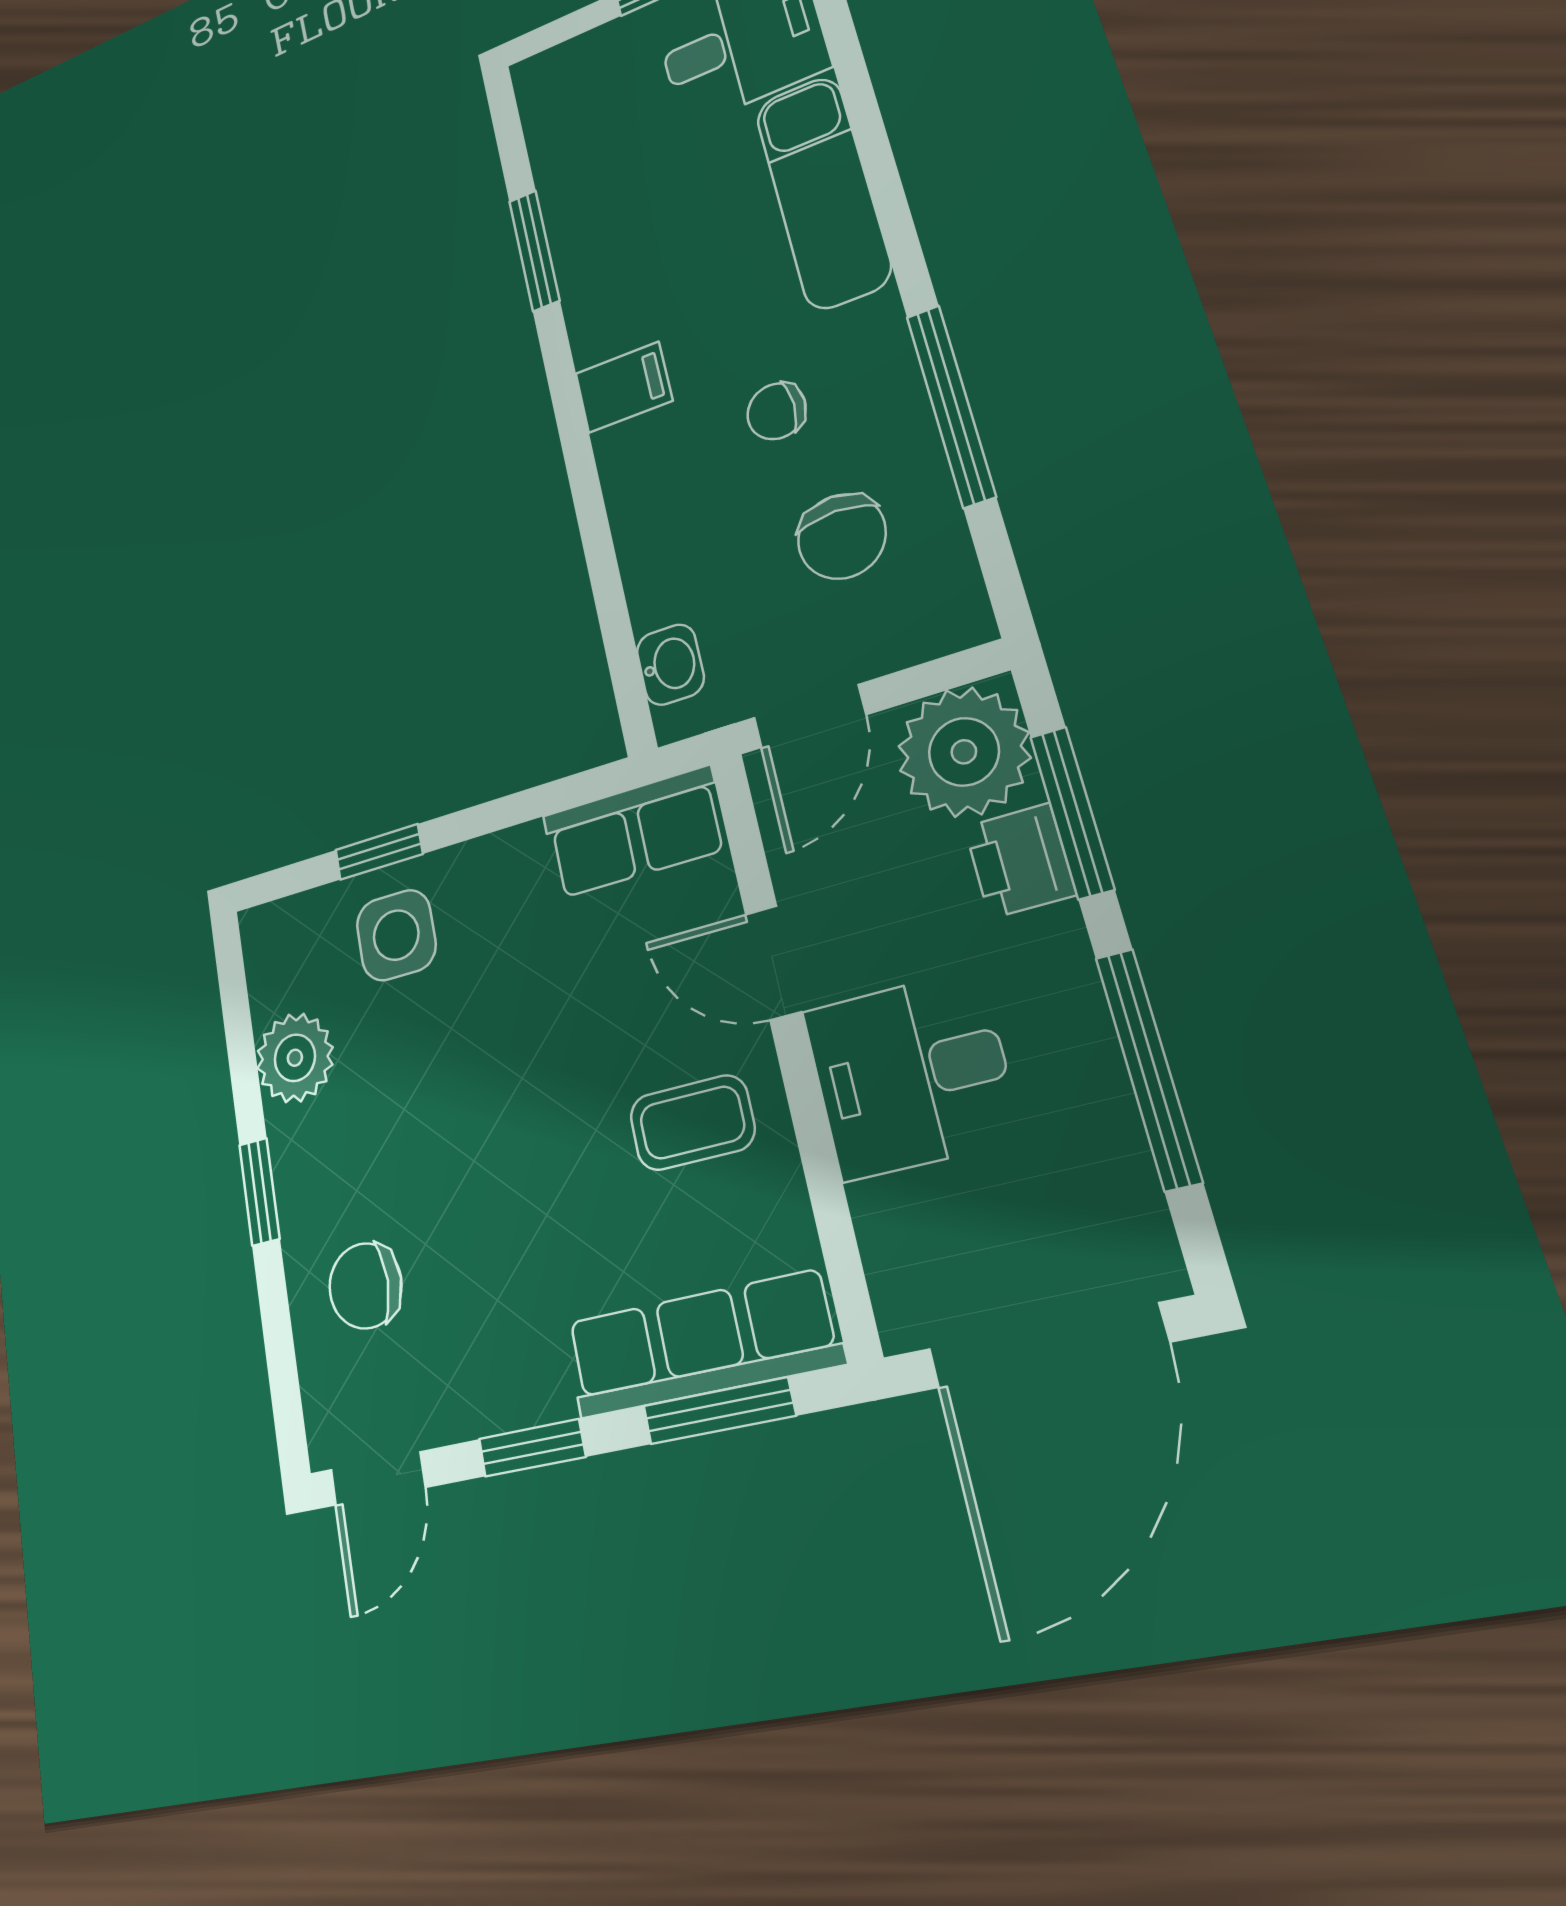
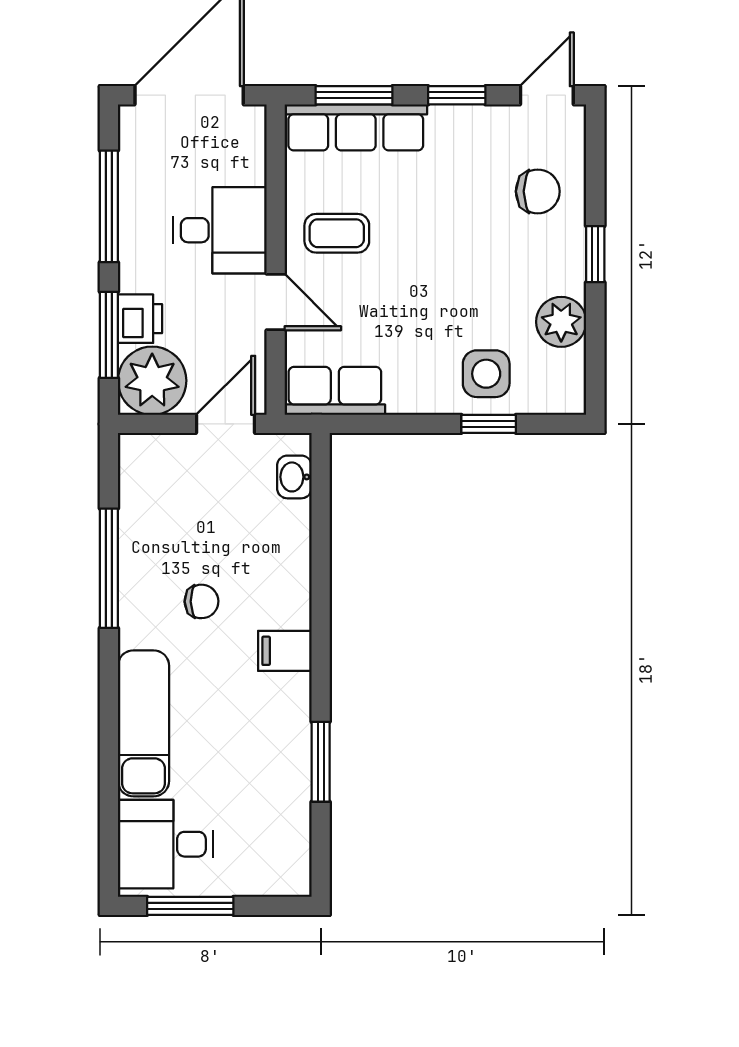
chair: (842, 536) -> (184, 516), removed

